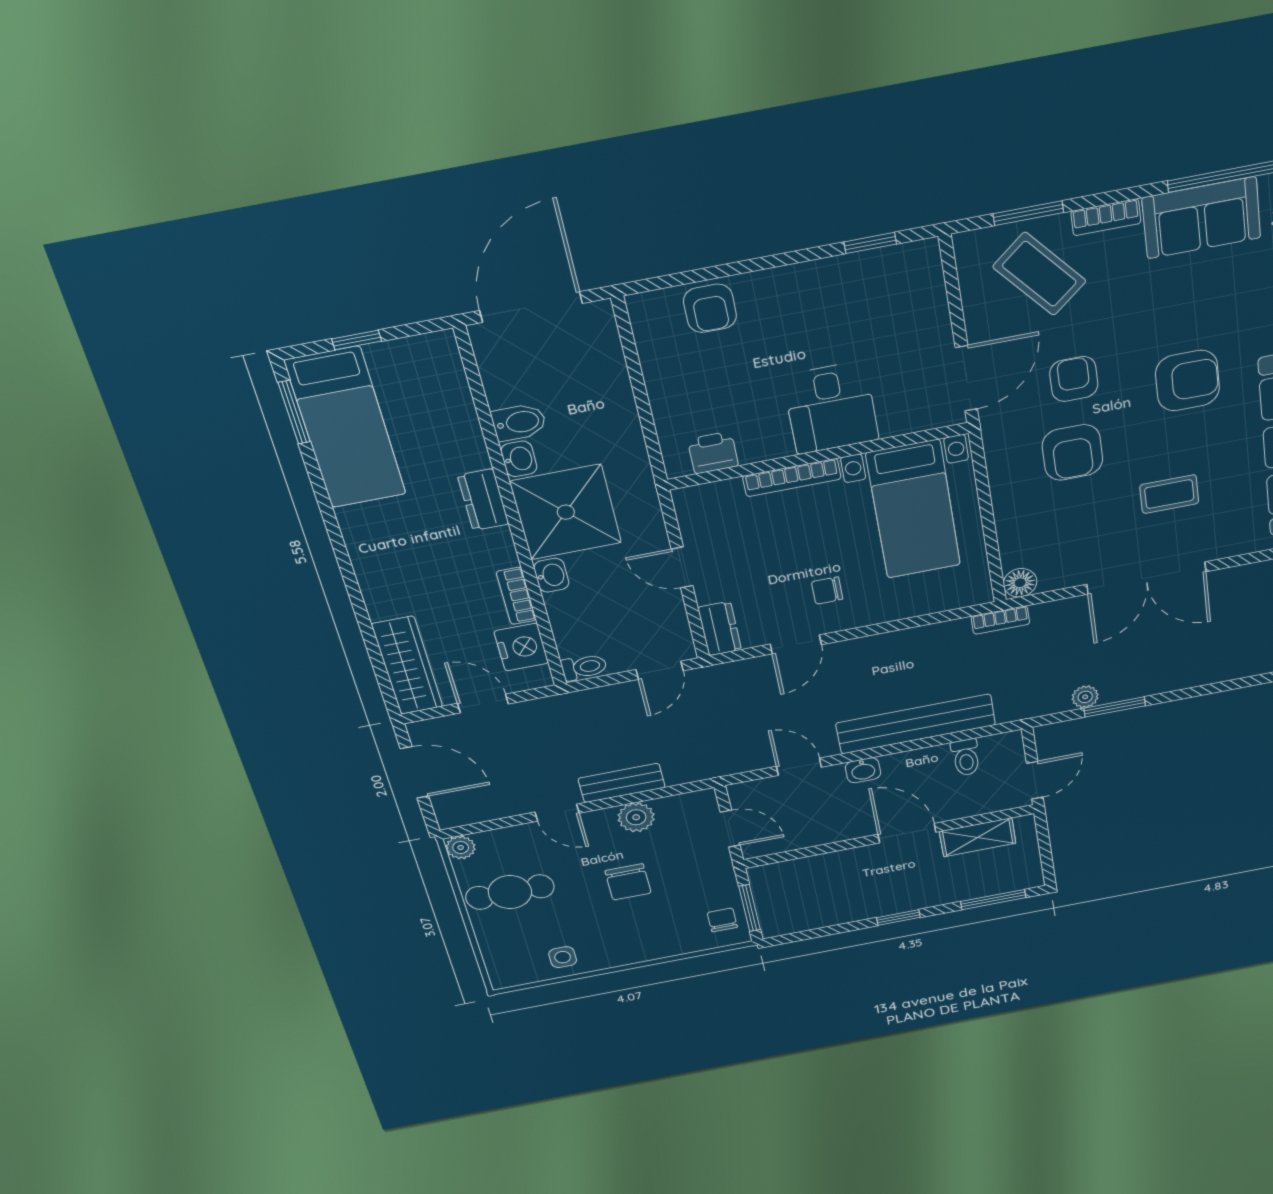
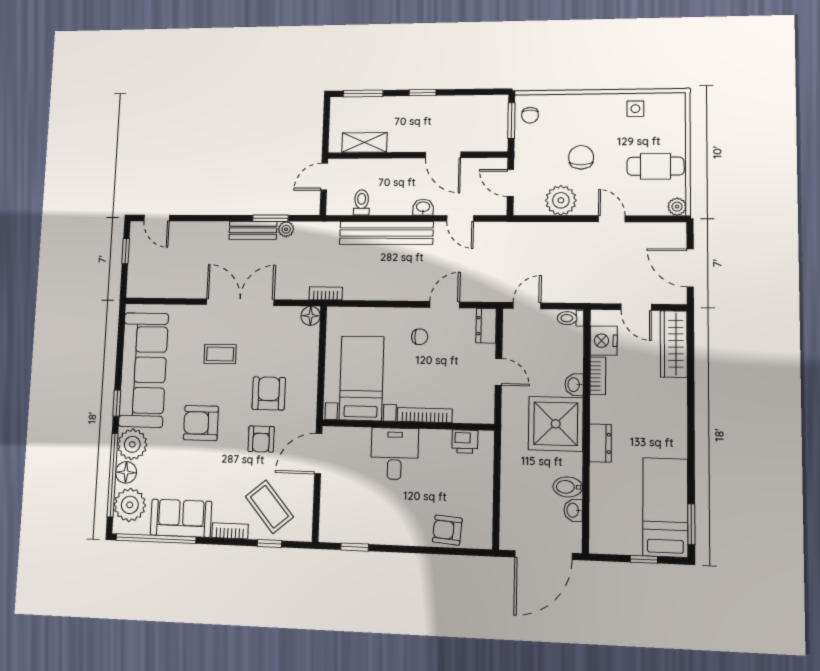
window: (1028, 213) -> (270, 543), width x0.67
armchair: (710, 308) -> (447, 530), turned -85
washbasin: (519, 459) -> (573, 510), moved
bench: (622, 783) -> (253, 230), moved
plant: (636, 817) -> (561, 200), width x1.36, depth x1.36
door: (907, 833) -> (443, 155), moved

